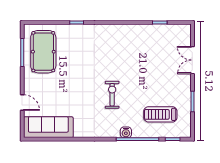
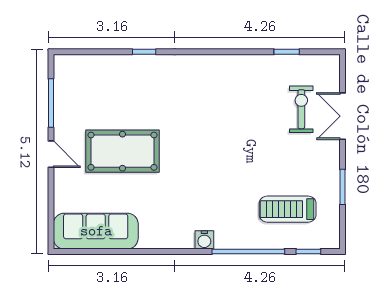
pool table: (43, 52) -> (122, 151), moved, turned 90
exercise bike: (112, 95) -> (301, 109), moved
door: (22, 103) -> (51, 154), moved
water cooler: (126, 132) -> (204, 240), moved

